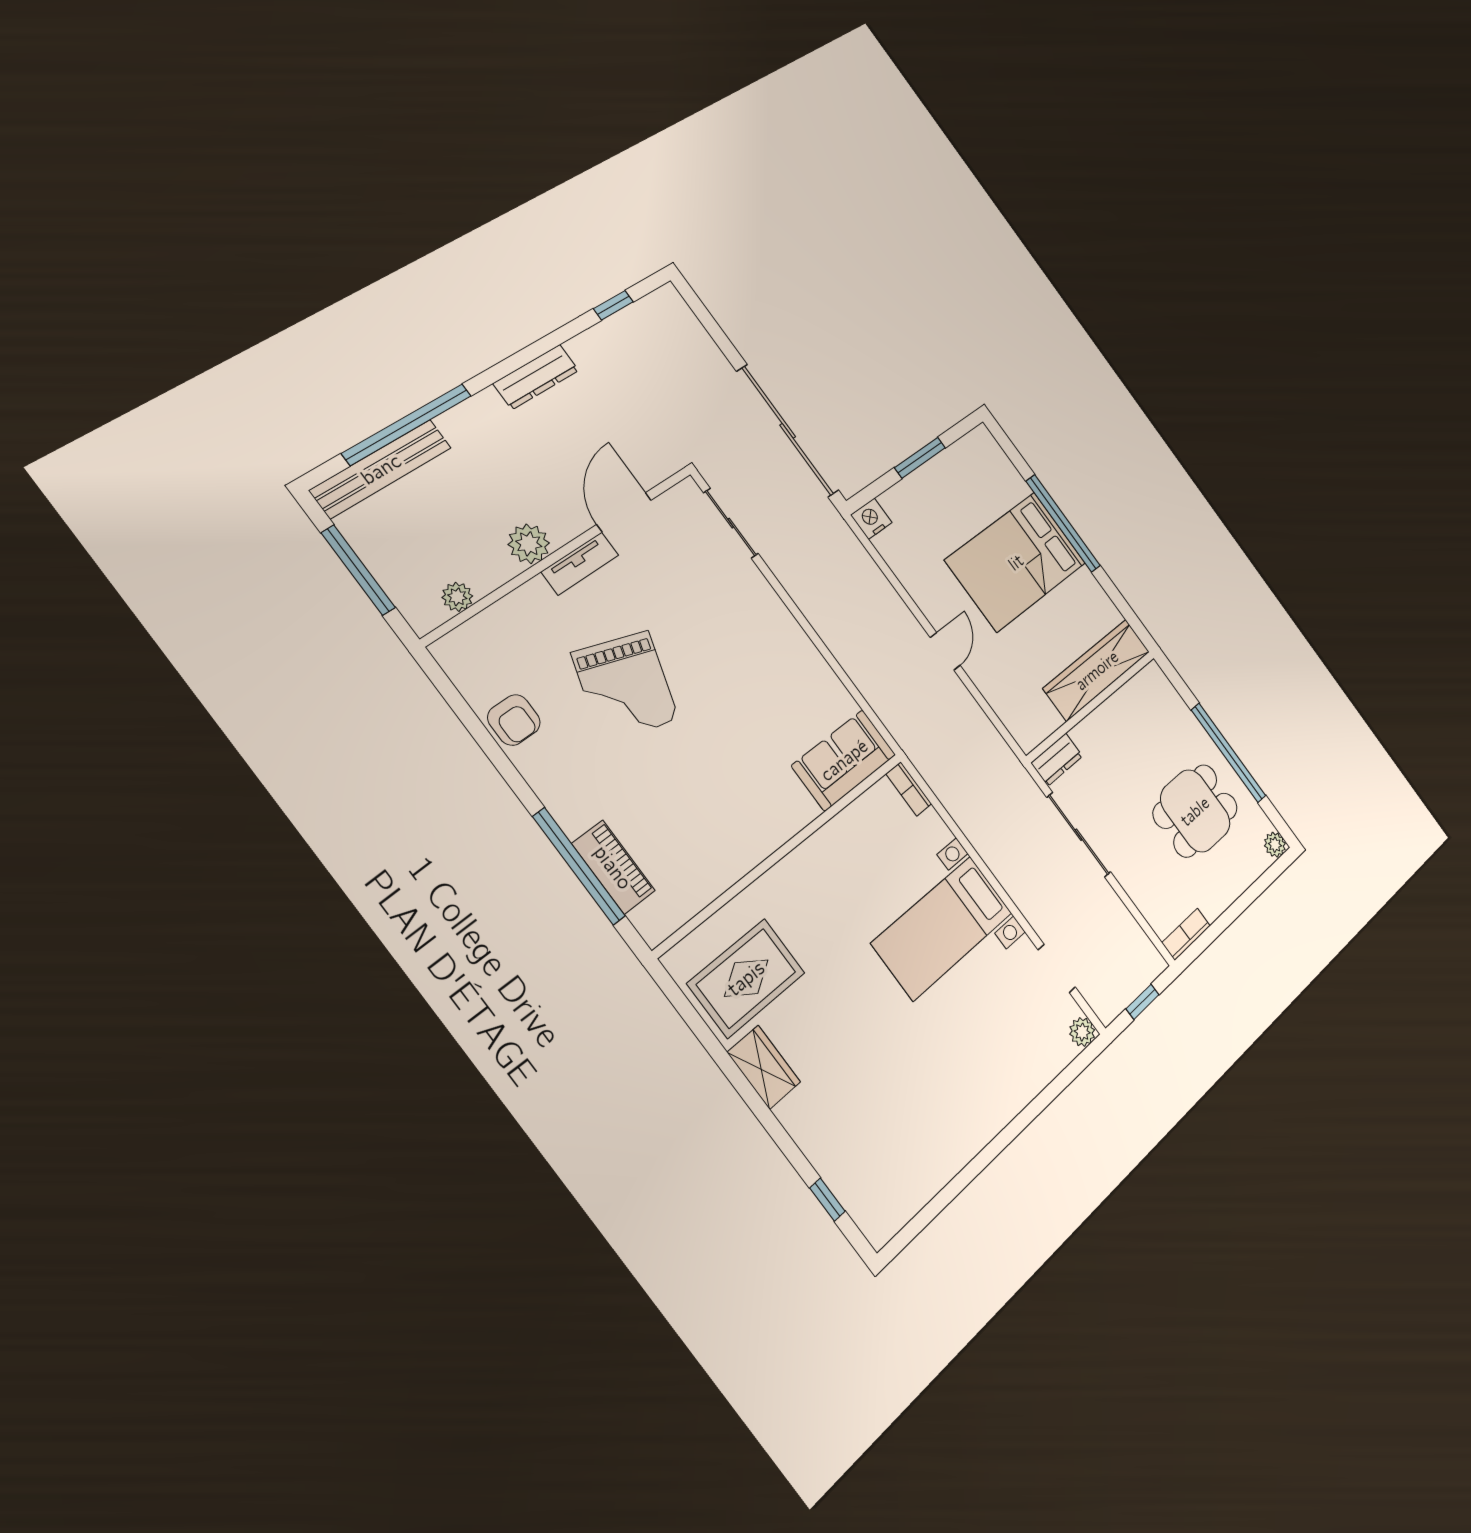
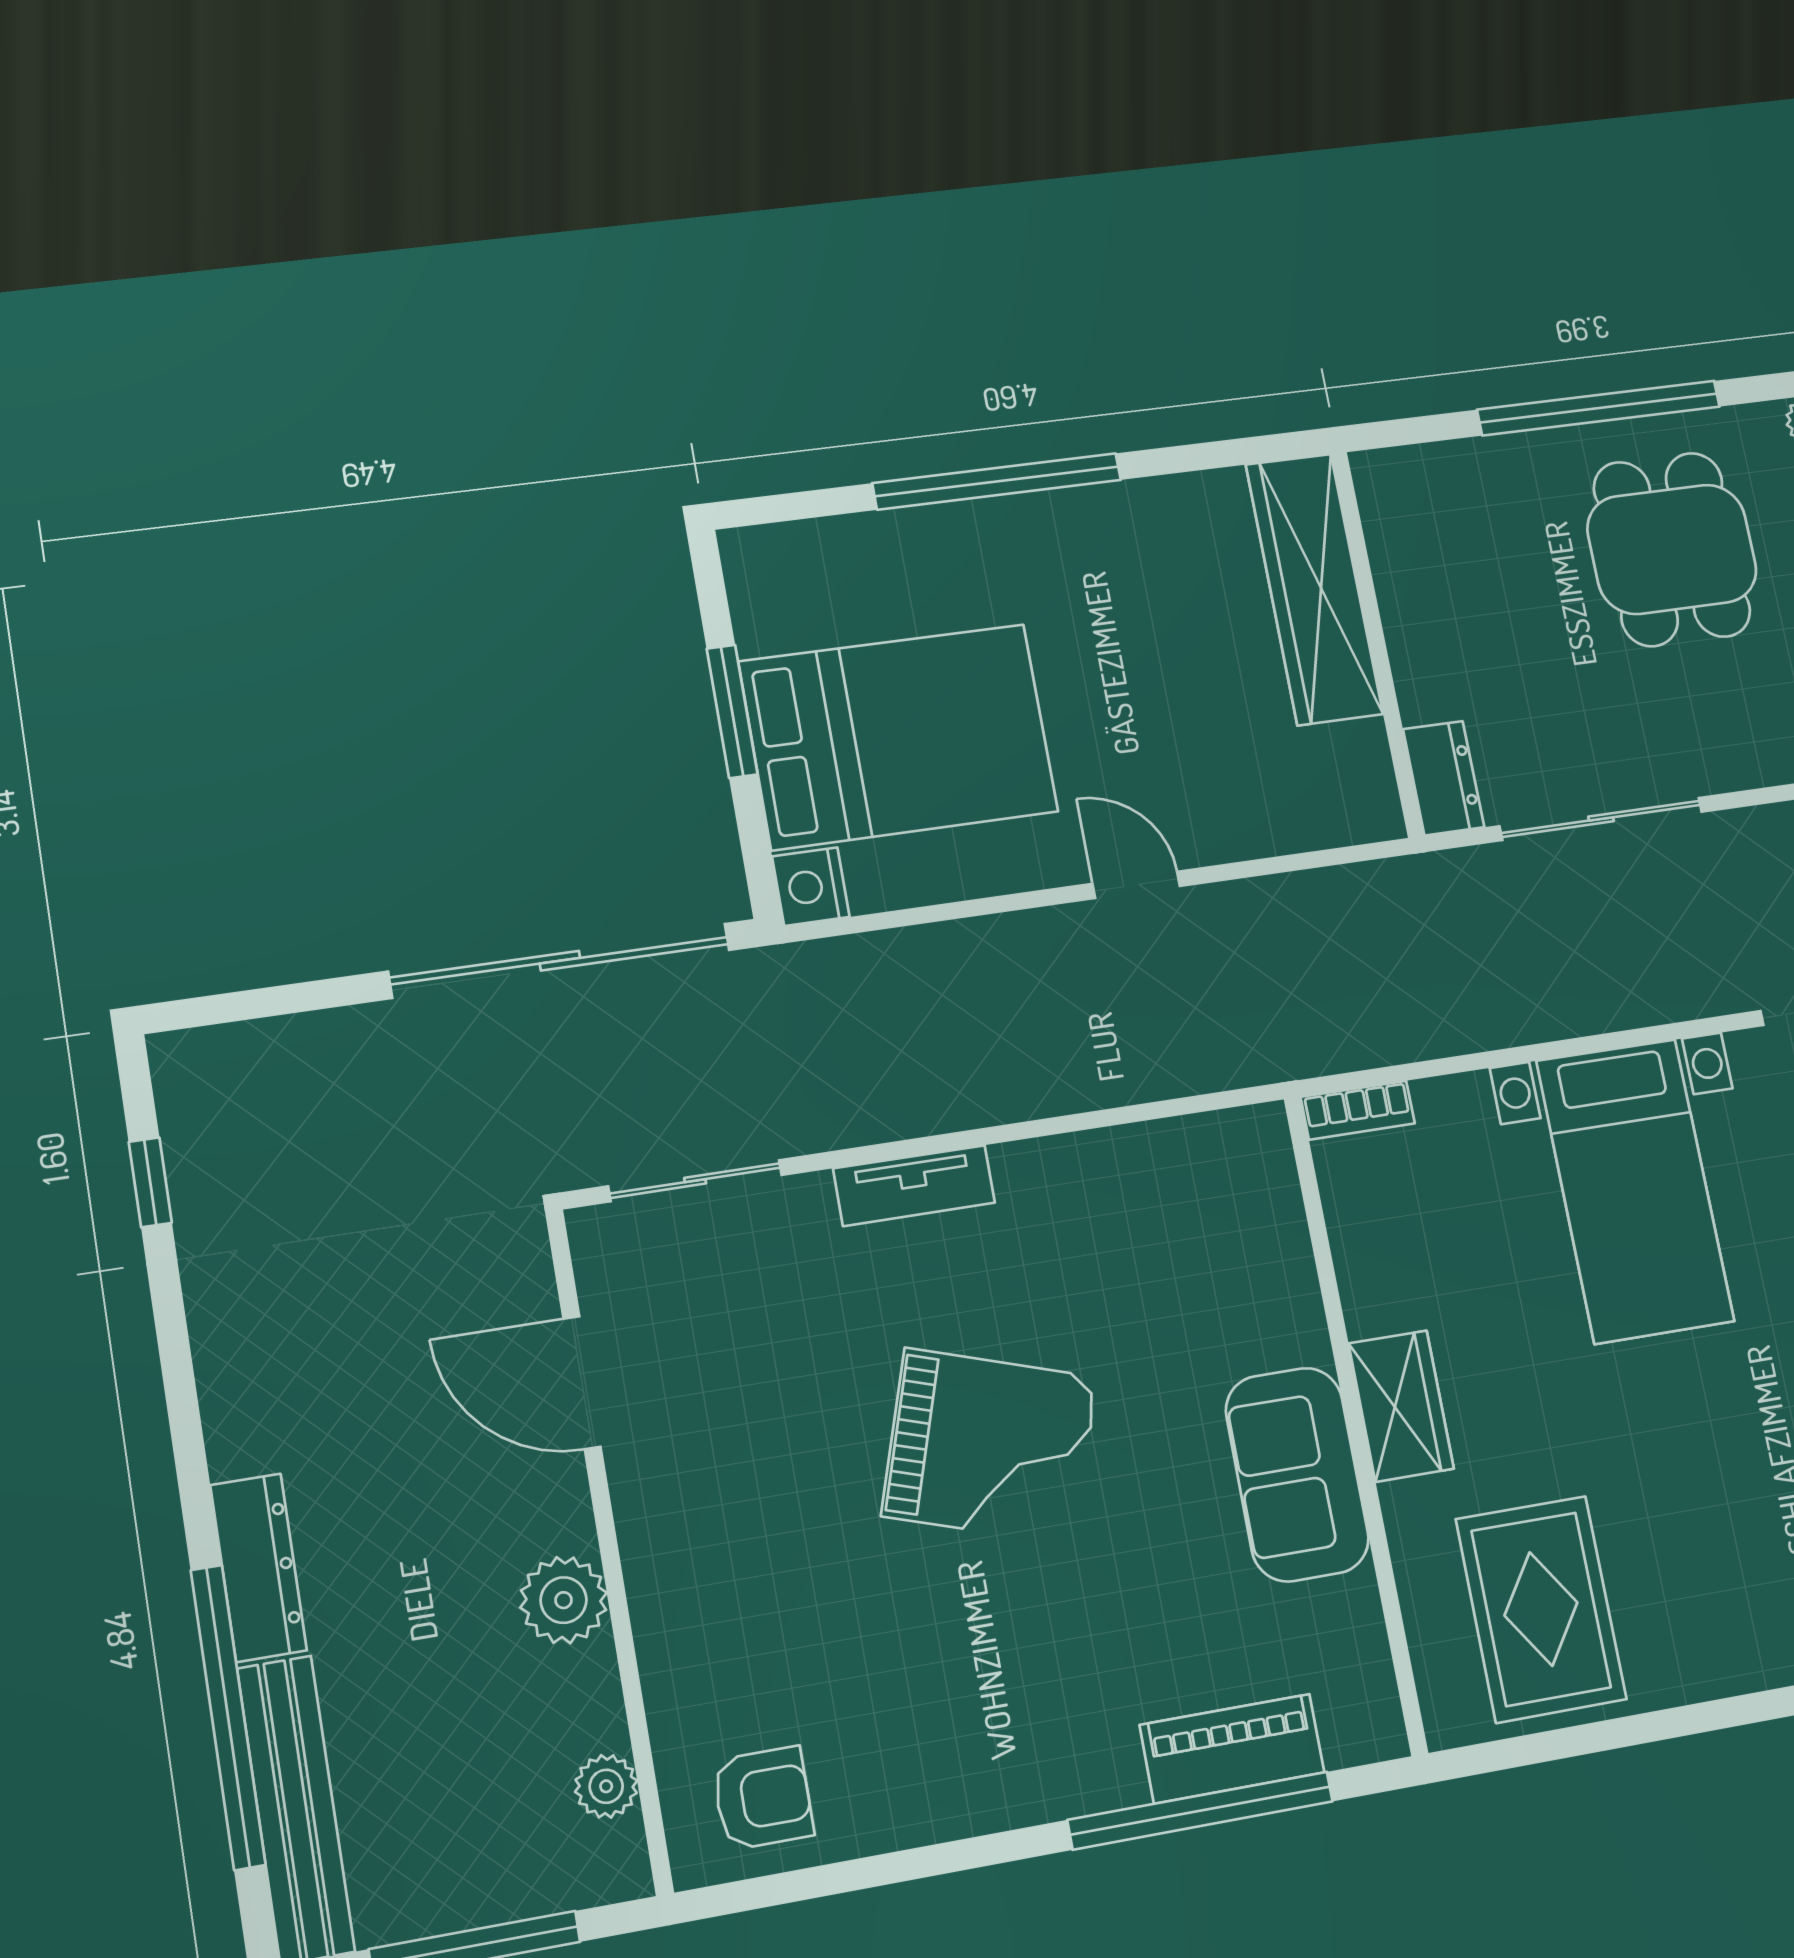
dresser: (536, 377) -> (258, 1568), moved
bed: (1016, 562) -> (899, 737), moved, turned -90
tv unit: (580, 564) -> (914, 1186), moved, turned 90
grand piano: (625, 686) -> (990, 1446), moved
armchair: (514, 720) -> (763, 1798), moved
sofa: (844, 760) -> (1297, 1474), moved
wardrobe: (764, 1067) -> (1401, 1406), moved, turned 90

